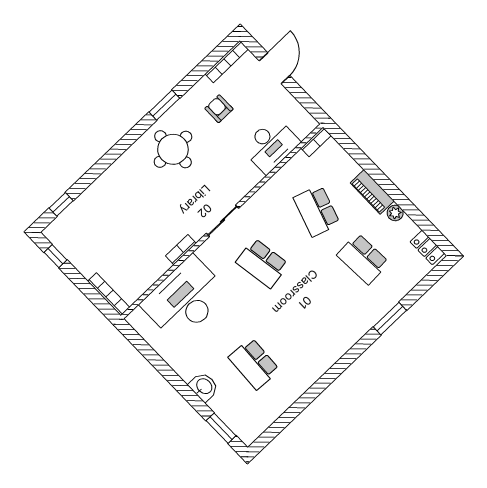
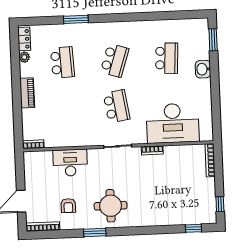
desk: (271, 145) -> (70, 163), moved
school desk: (317, 211) -> (115, 60), moved
plant: (395, 213) -> (24, 57), moved

